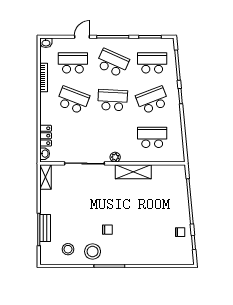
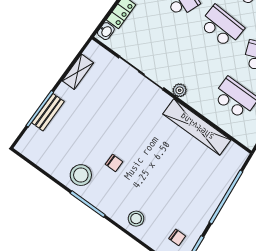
shelving: (133, 172) -> (197, 127), width x1.47
shelving: (46, 177) -> (78, 72), moved
chair: (180, 232) -> (177, 237), moved
stool: (68, 249) -> (136, 219), moved

